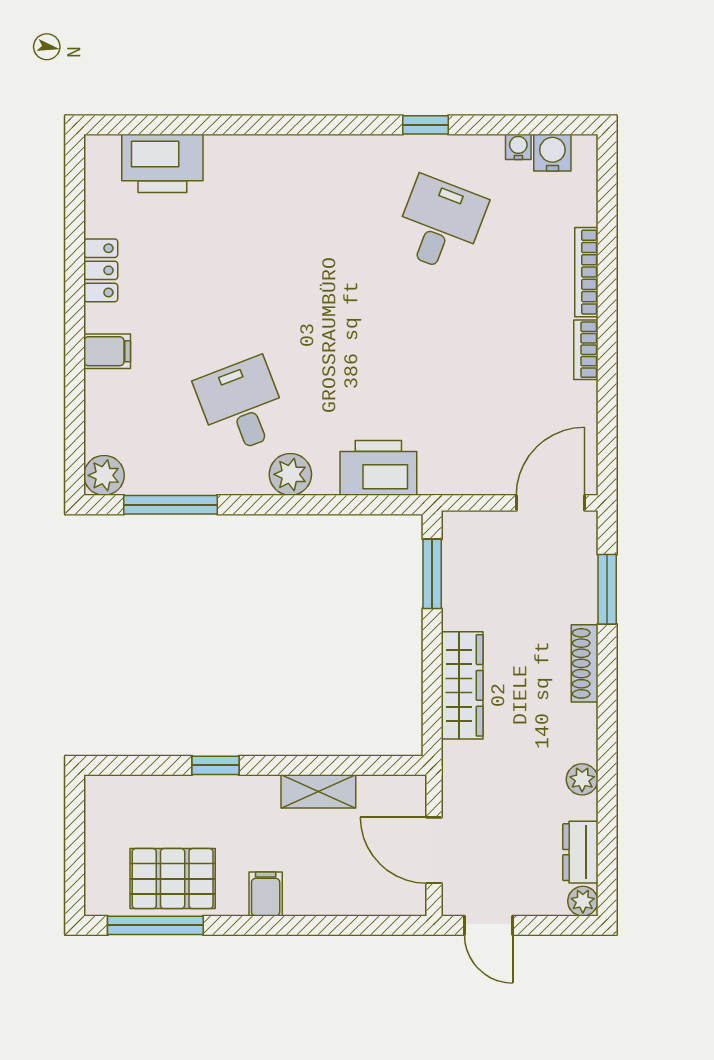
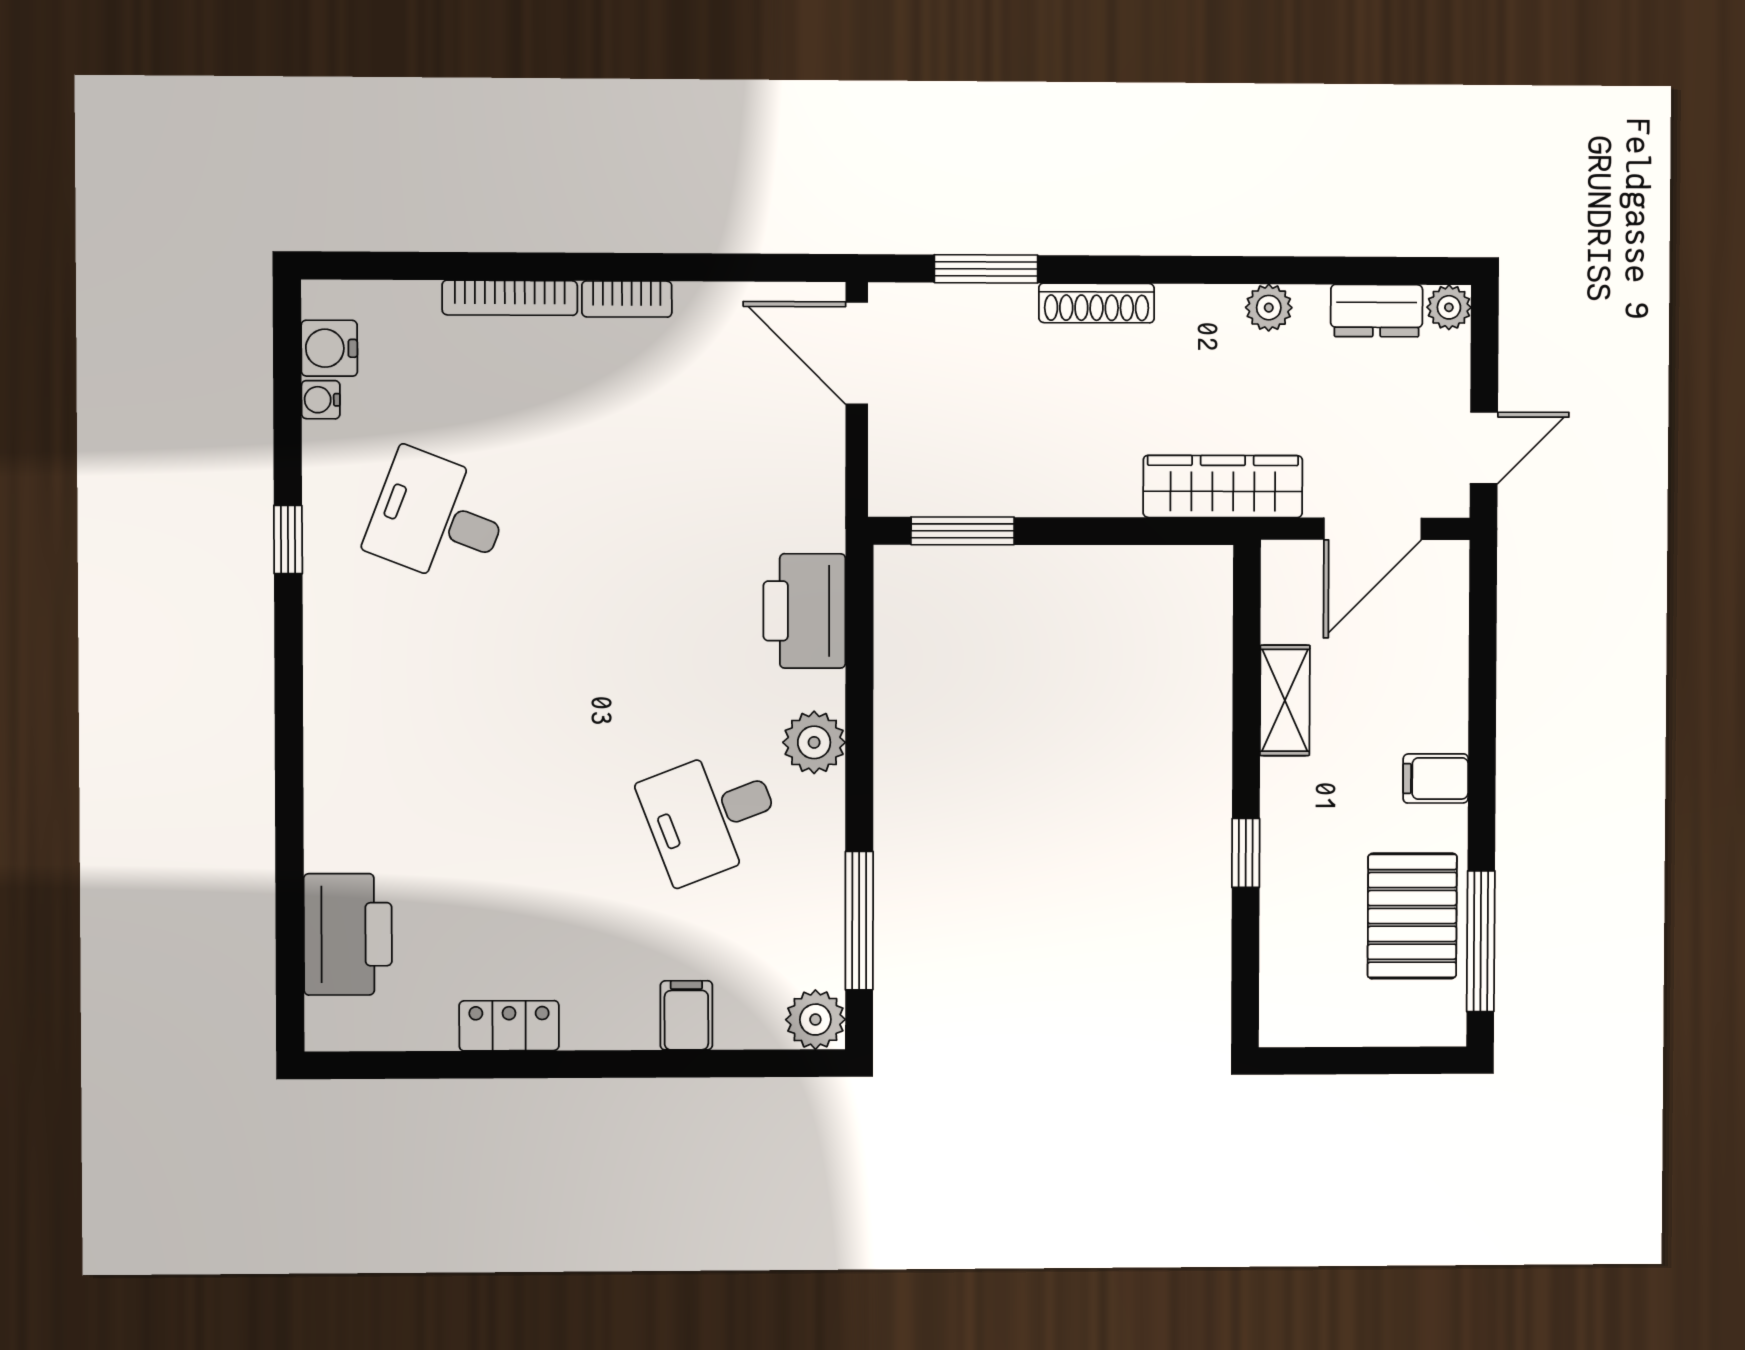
filing cabinet: (107, 351) -> (686, 1015), moved
wardrobe: (462, 685) -> (1223, 486), moved

